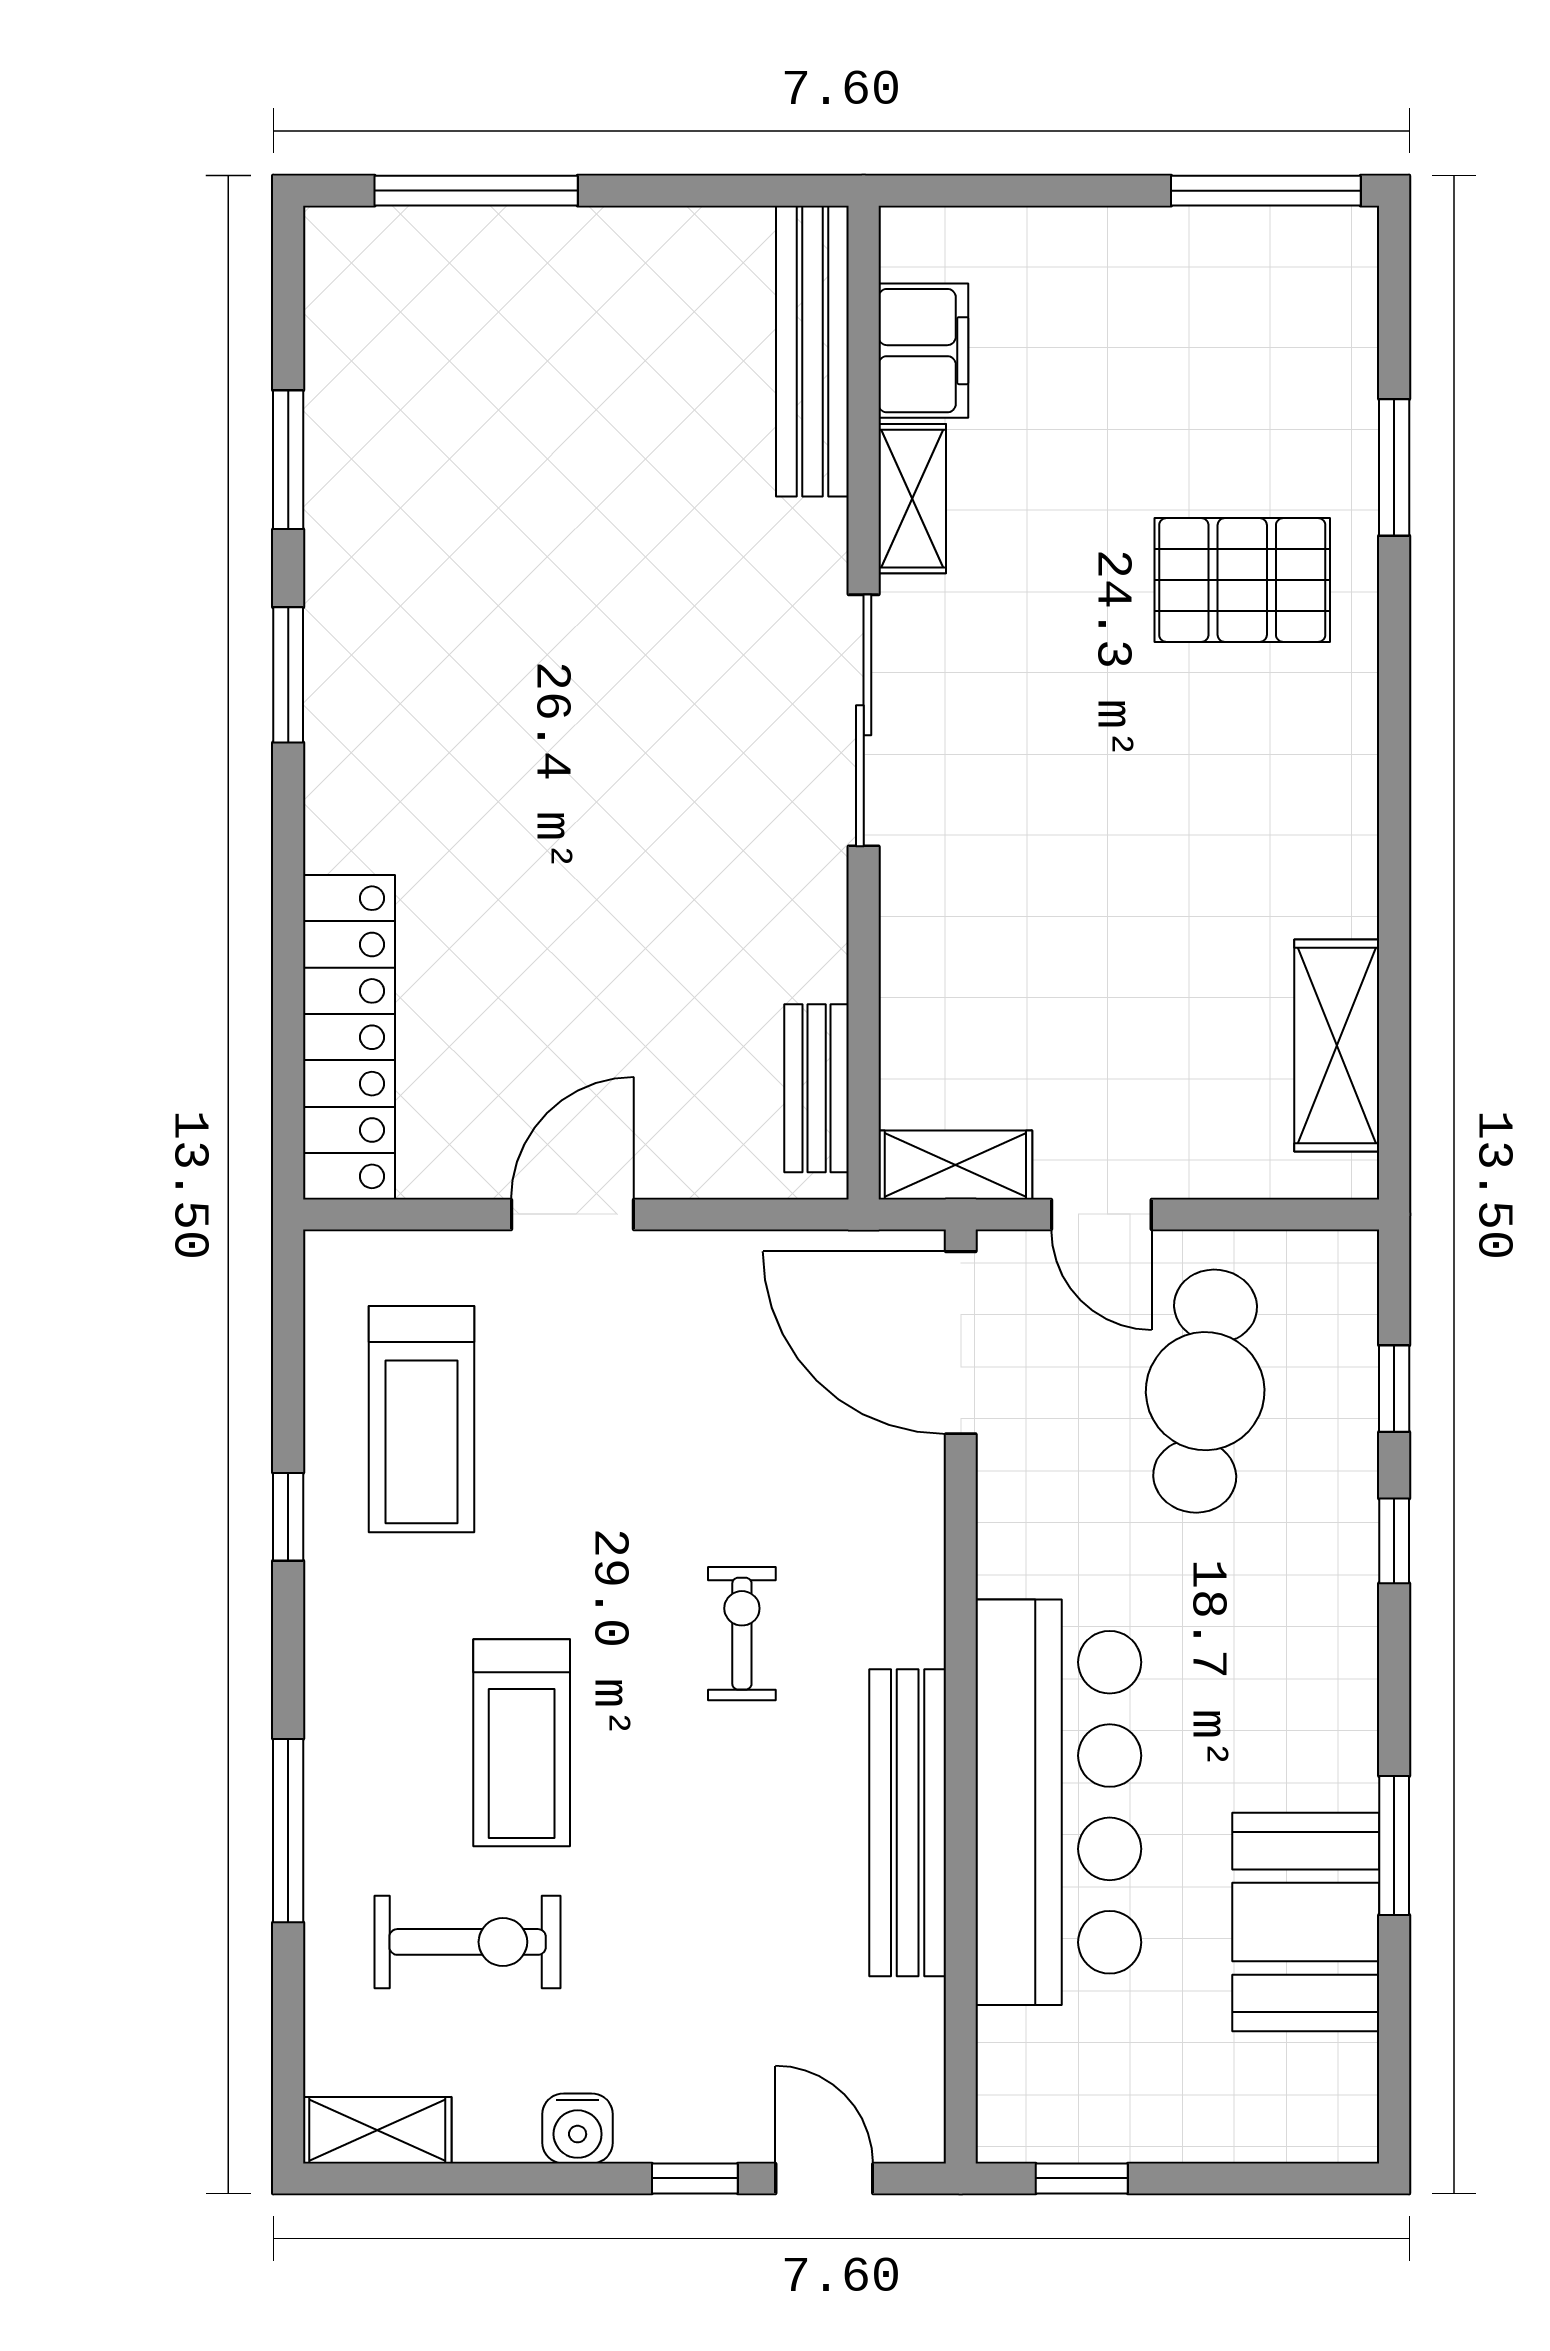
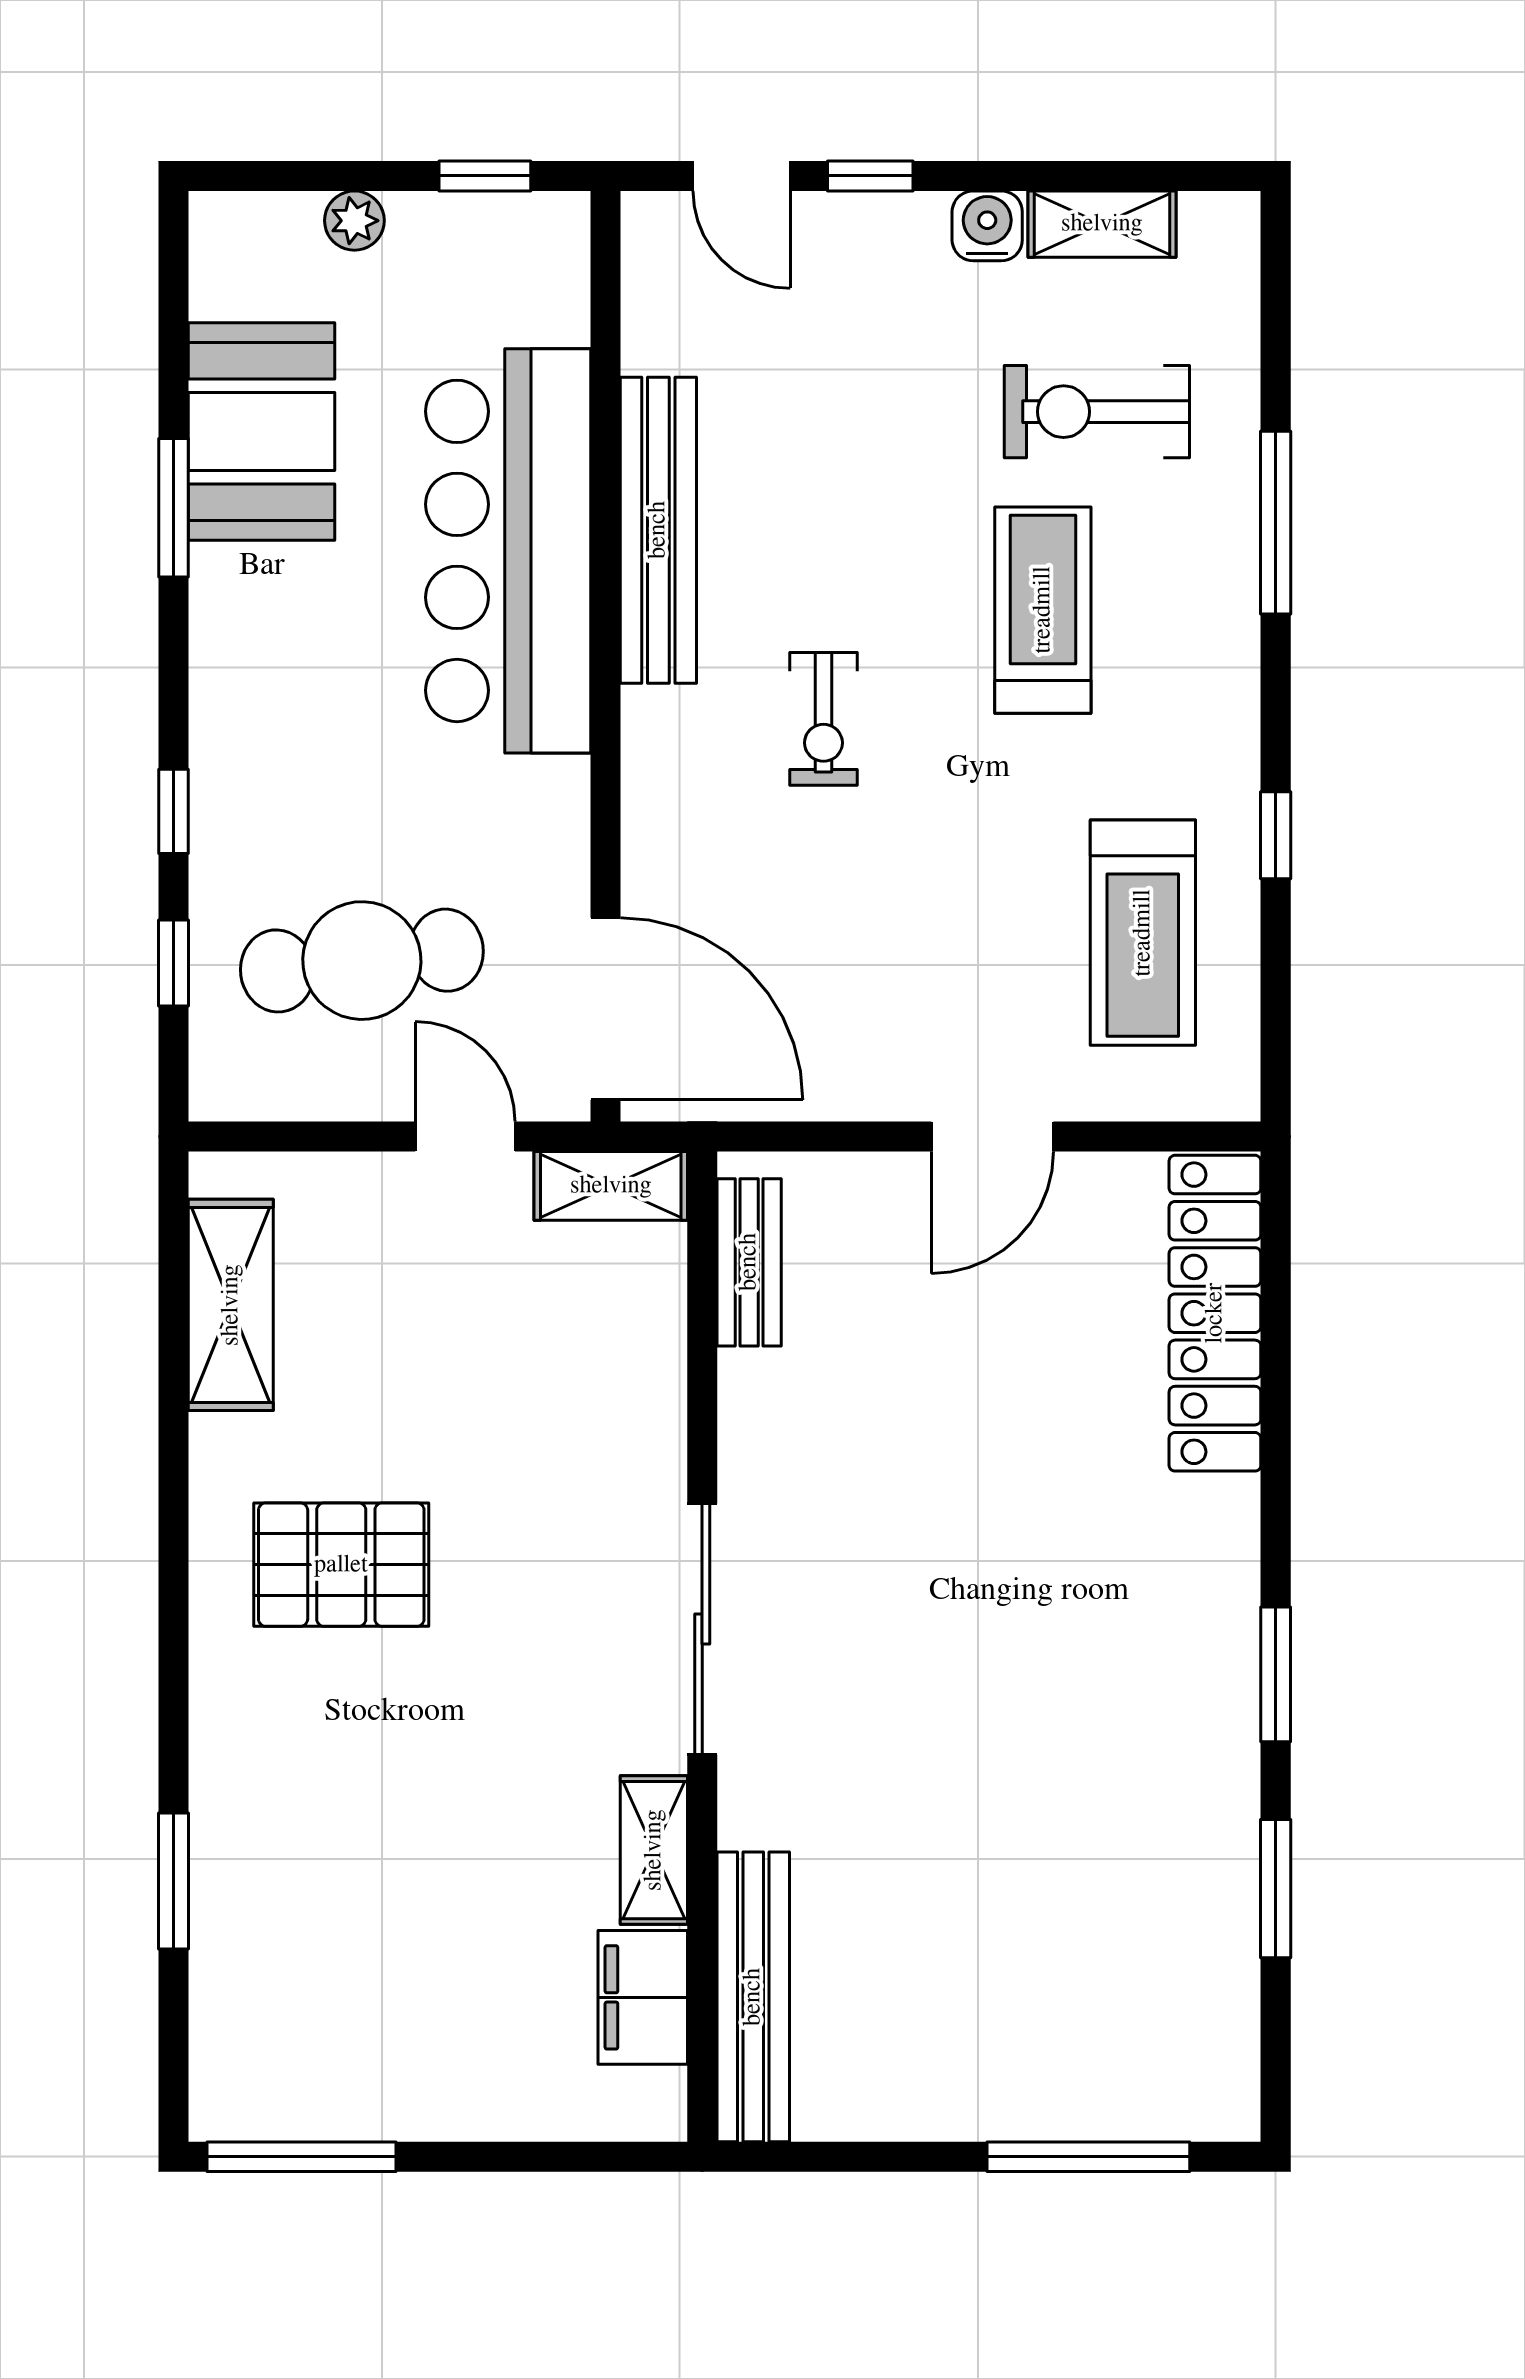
pallet: (1242, 580) -> (341, 1565), moved
cafe table: (1205, 1391) -> (362, 961), turned 76
treadmill: (421, 1419) -> (1143, 933), turned 180
shelving: (377, 2130) -> (1102, 224), moved
plant: (1213, 2134) -> (354, 221), added

